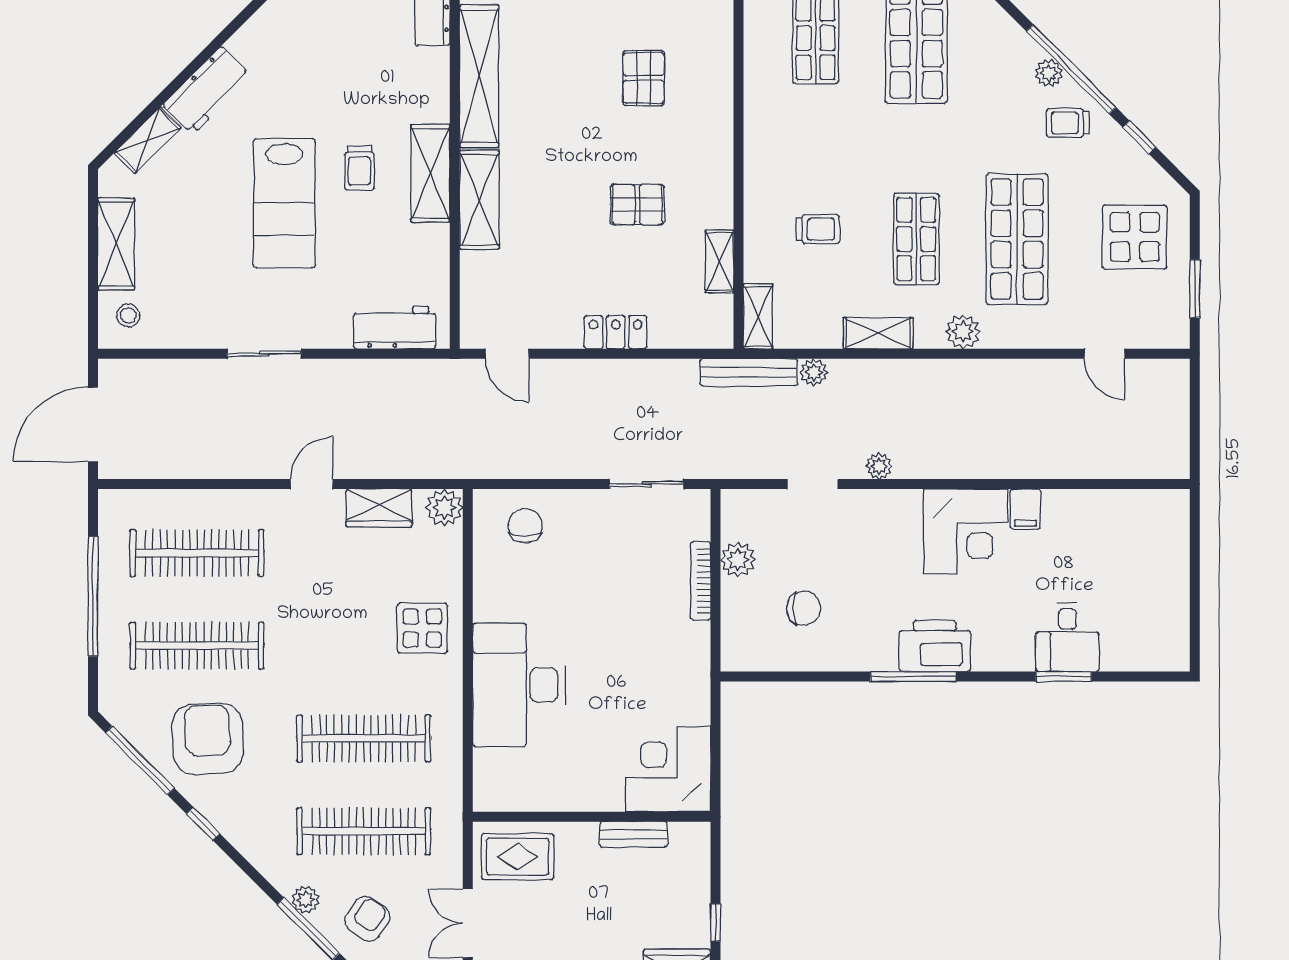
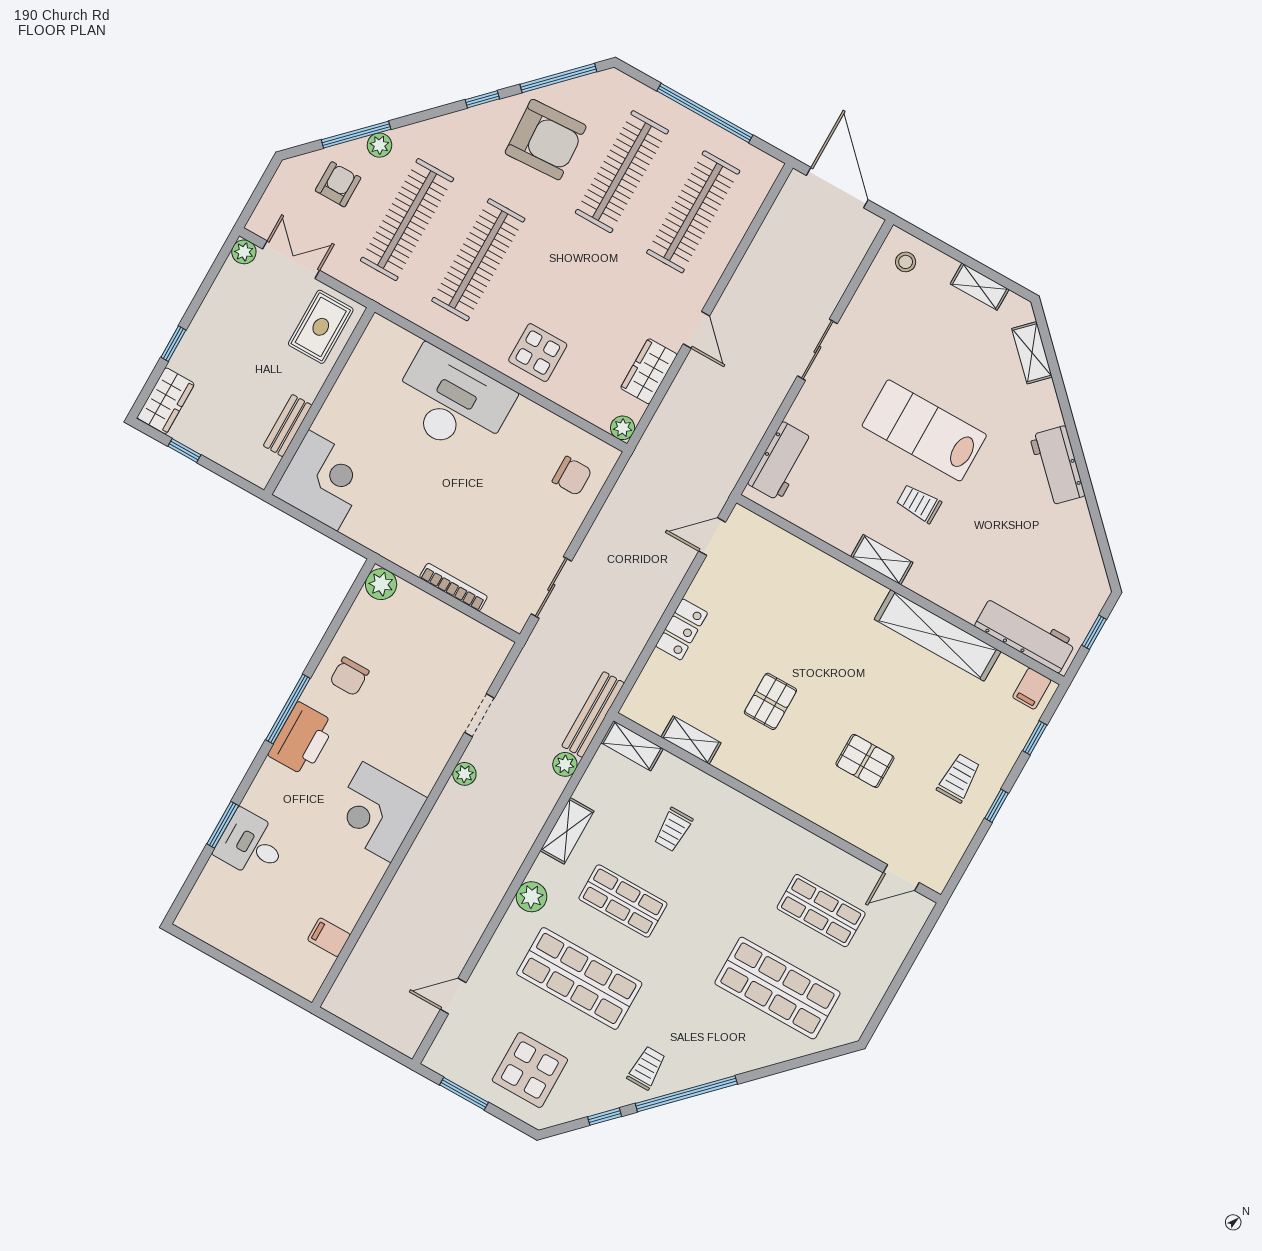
plant: (1049, 73) -> (693, 1075), removed
workbench: (207, 91) -> (1057, 466), moved
shelving: (430, 173) -> (882, 560), width x0.67, depth x0.75
shelving: (479, 200) -> (842, 582), removed
shelving: (116, 244) -> (980, 287), width x0.67, depth x0.75
plant: (444, 508) -> (623, 428), width x0.73, depth x0.73
filing cabinet: (1025, 509) -> (329, 937), moved
plant: (738, 560) -> (381, 584), moved
chair: (804, 608) -> (349, 676), moved
armchair: (367, 919) -> (338, 184), turned -125

